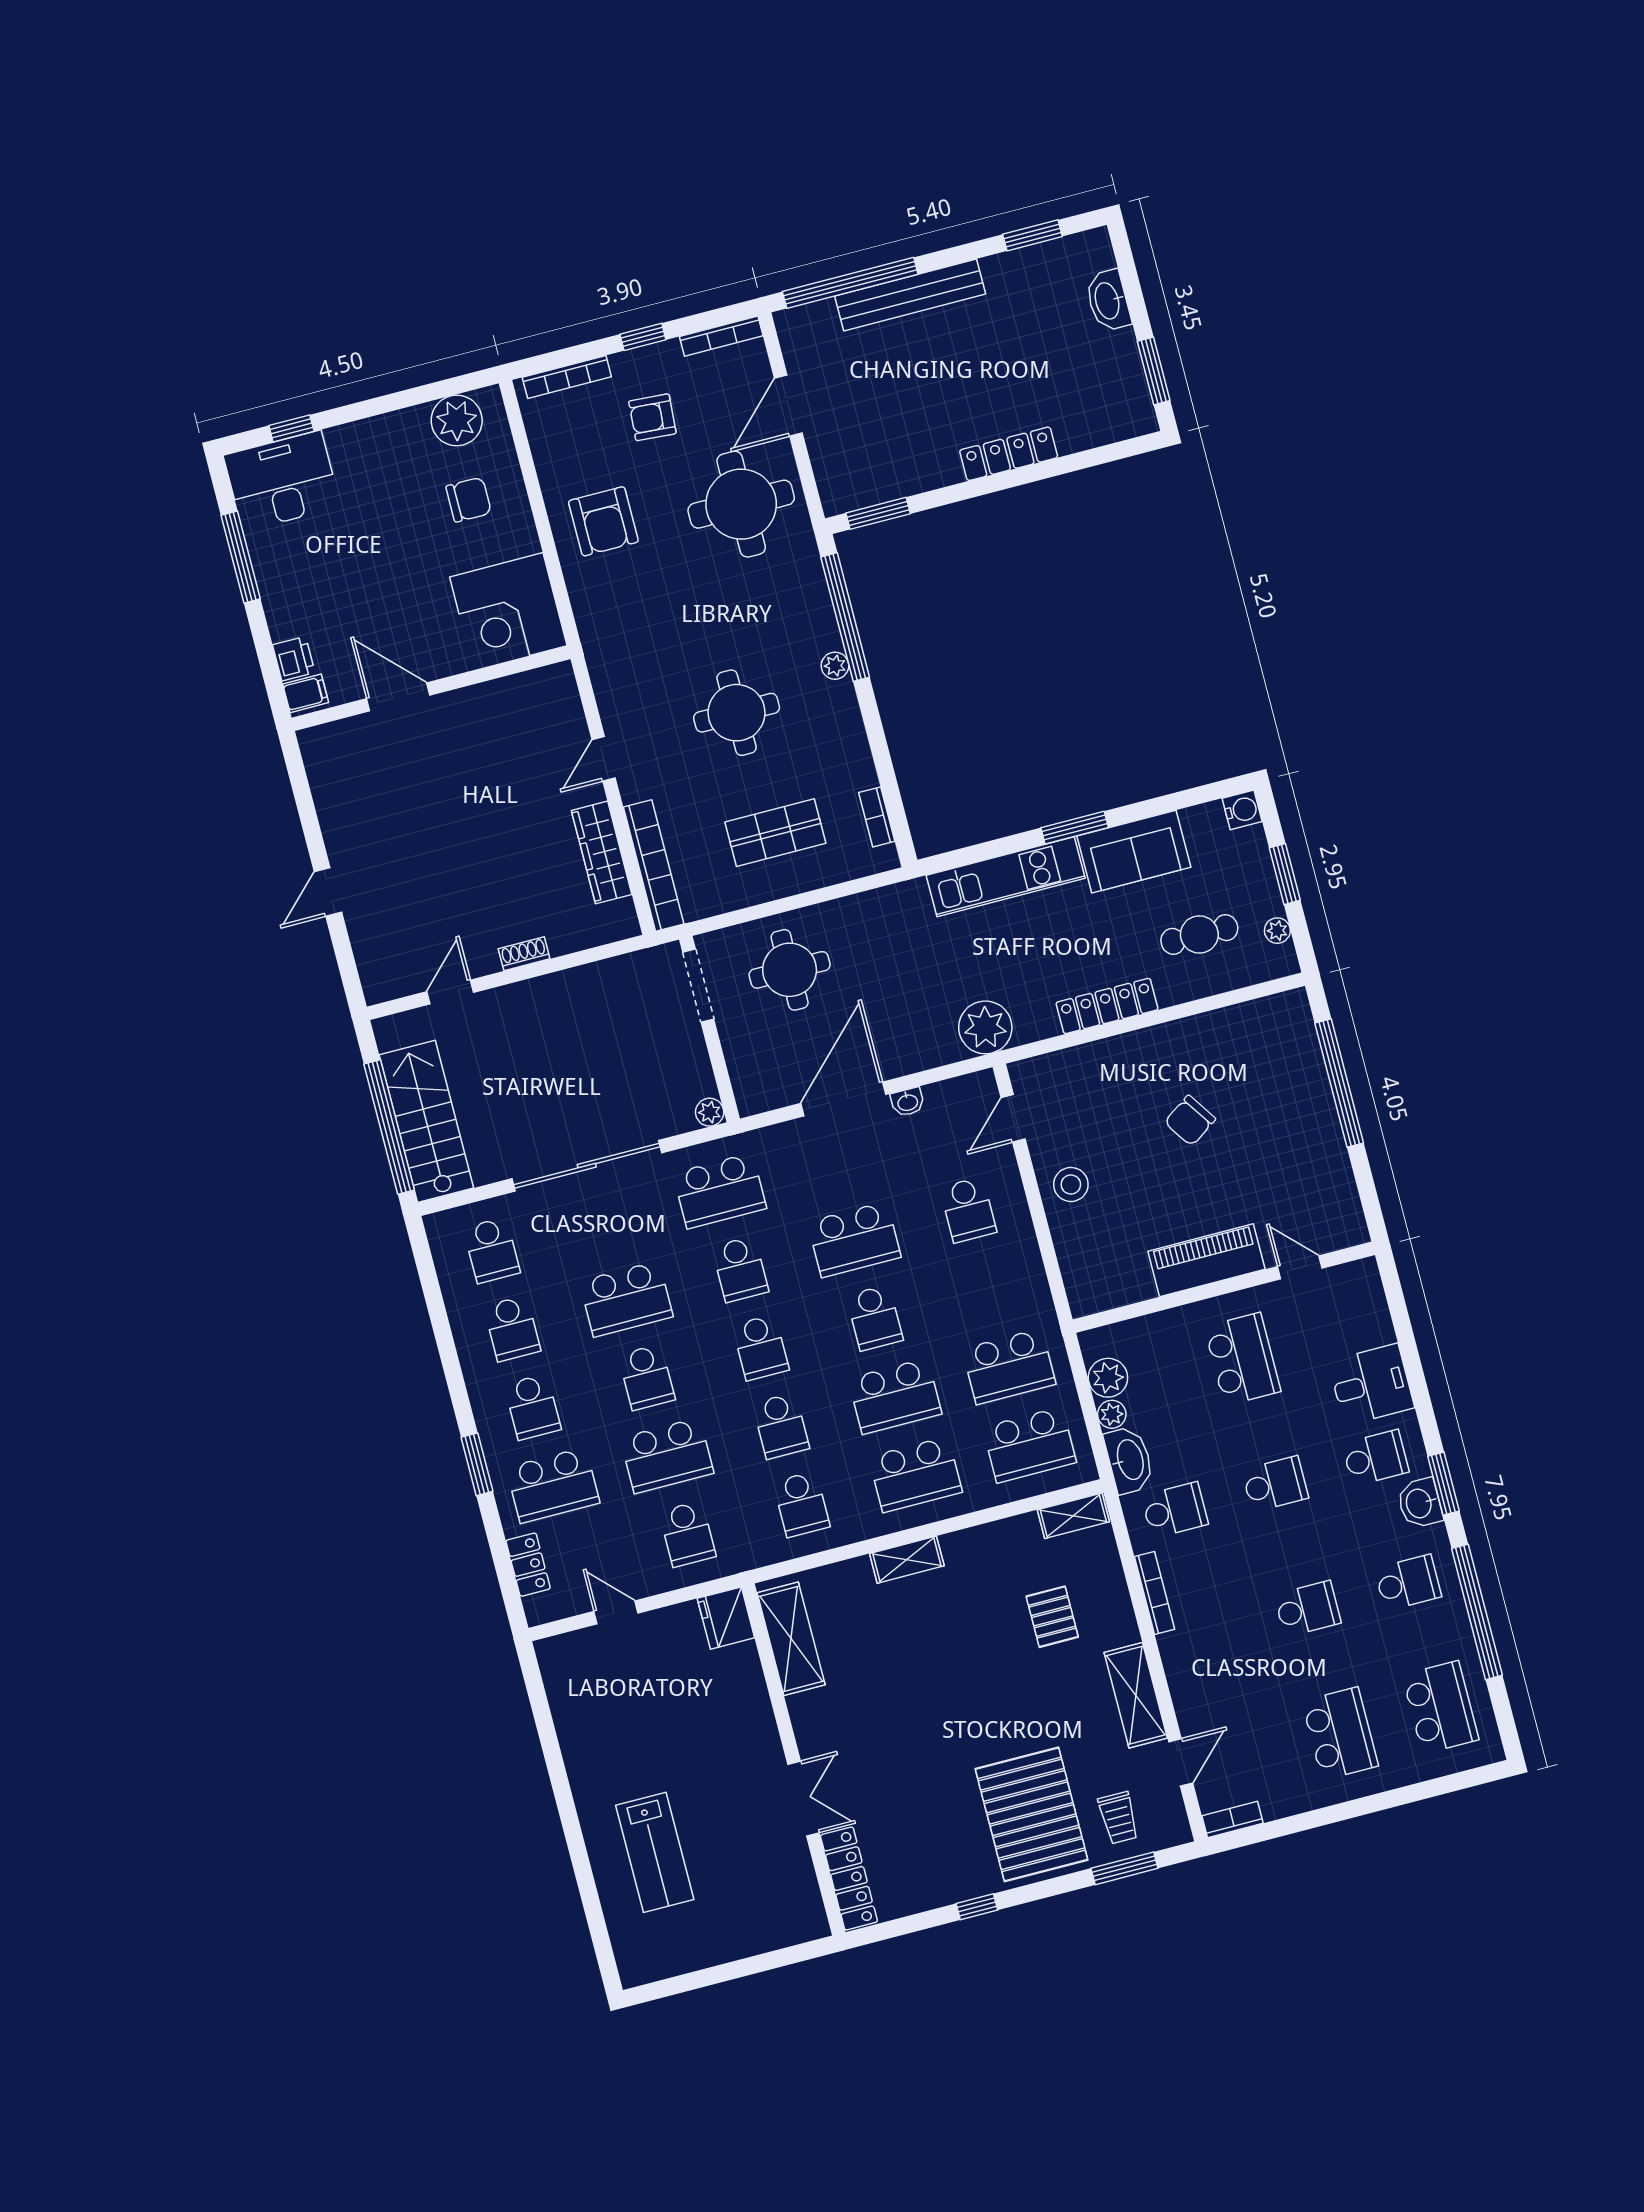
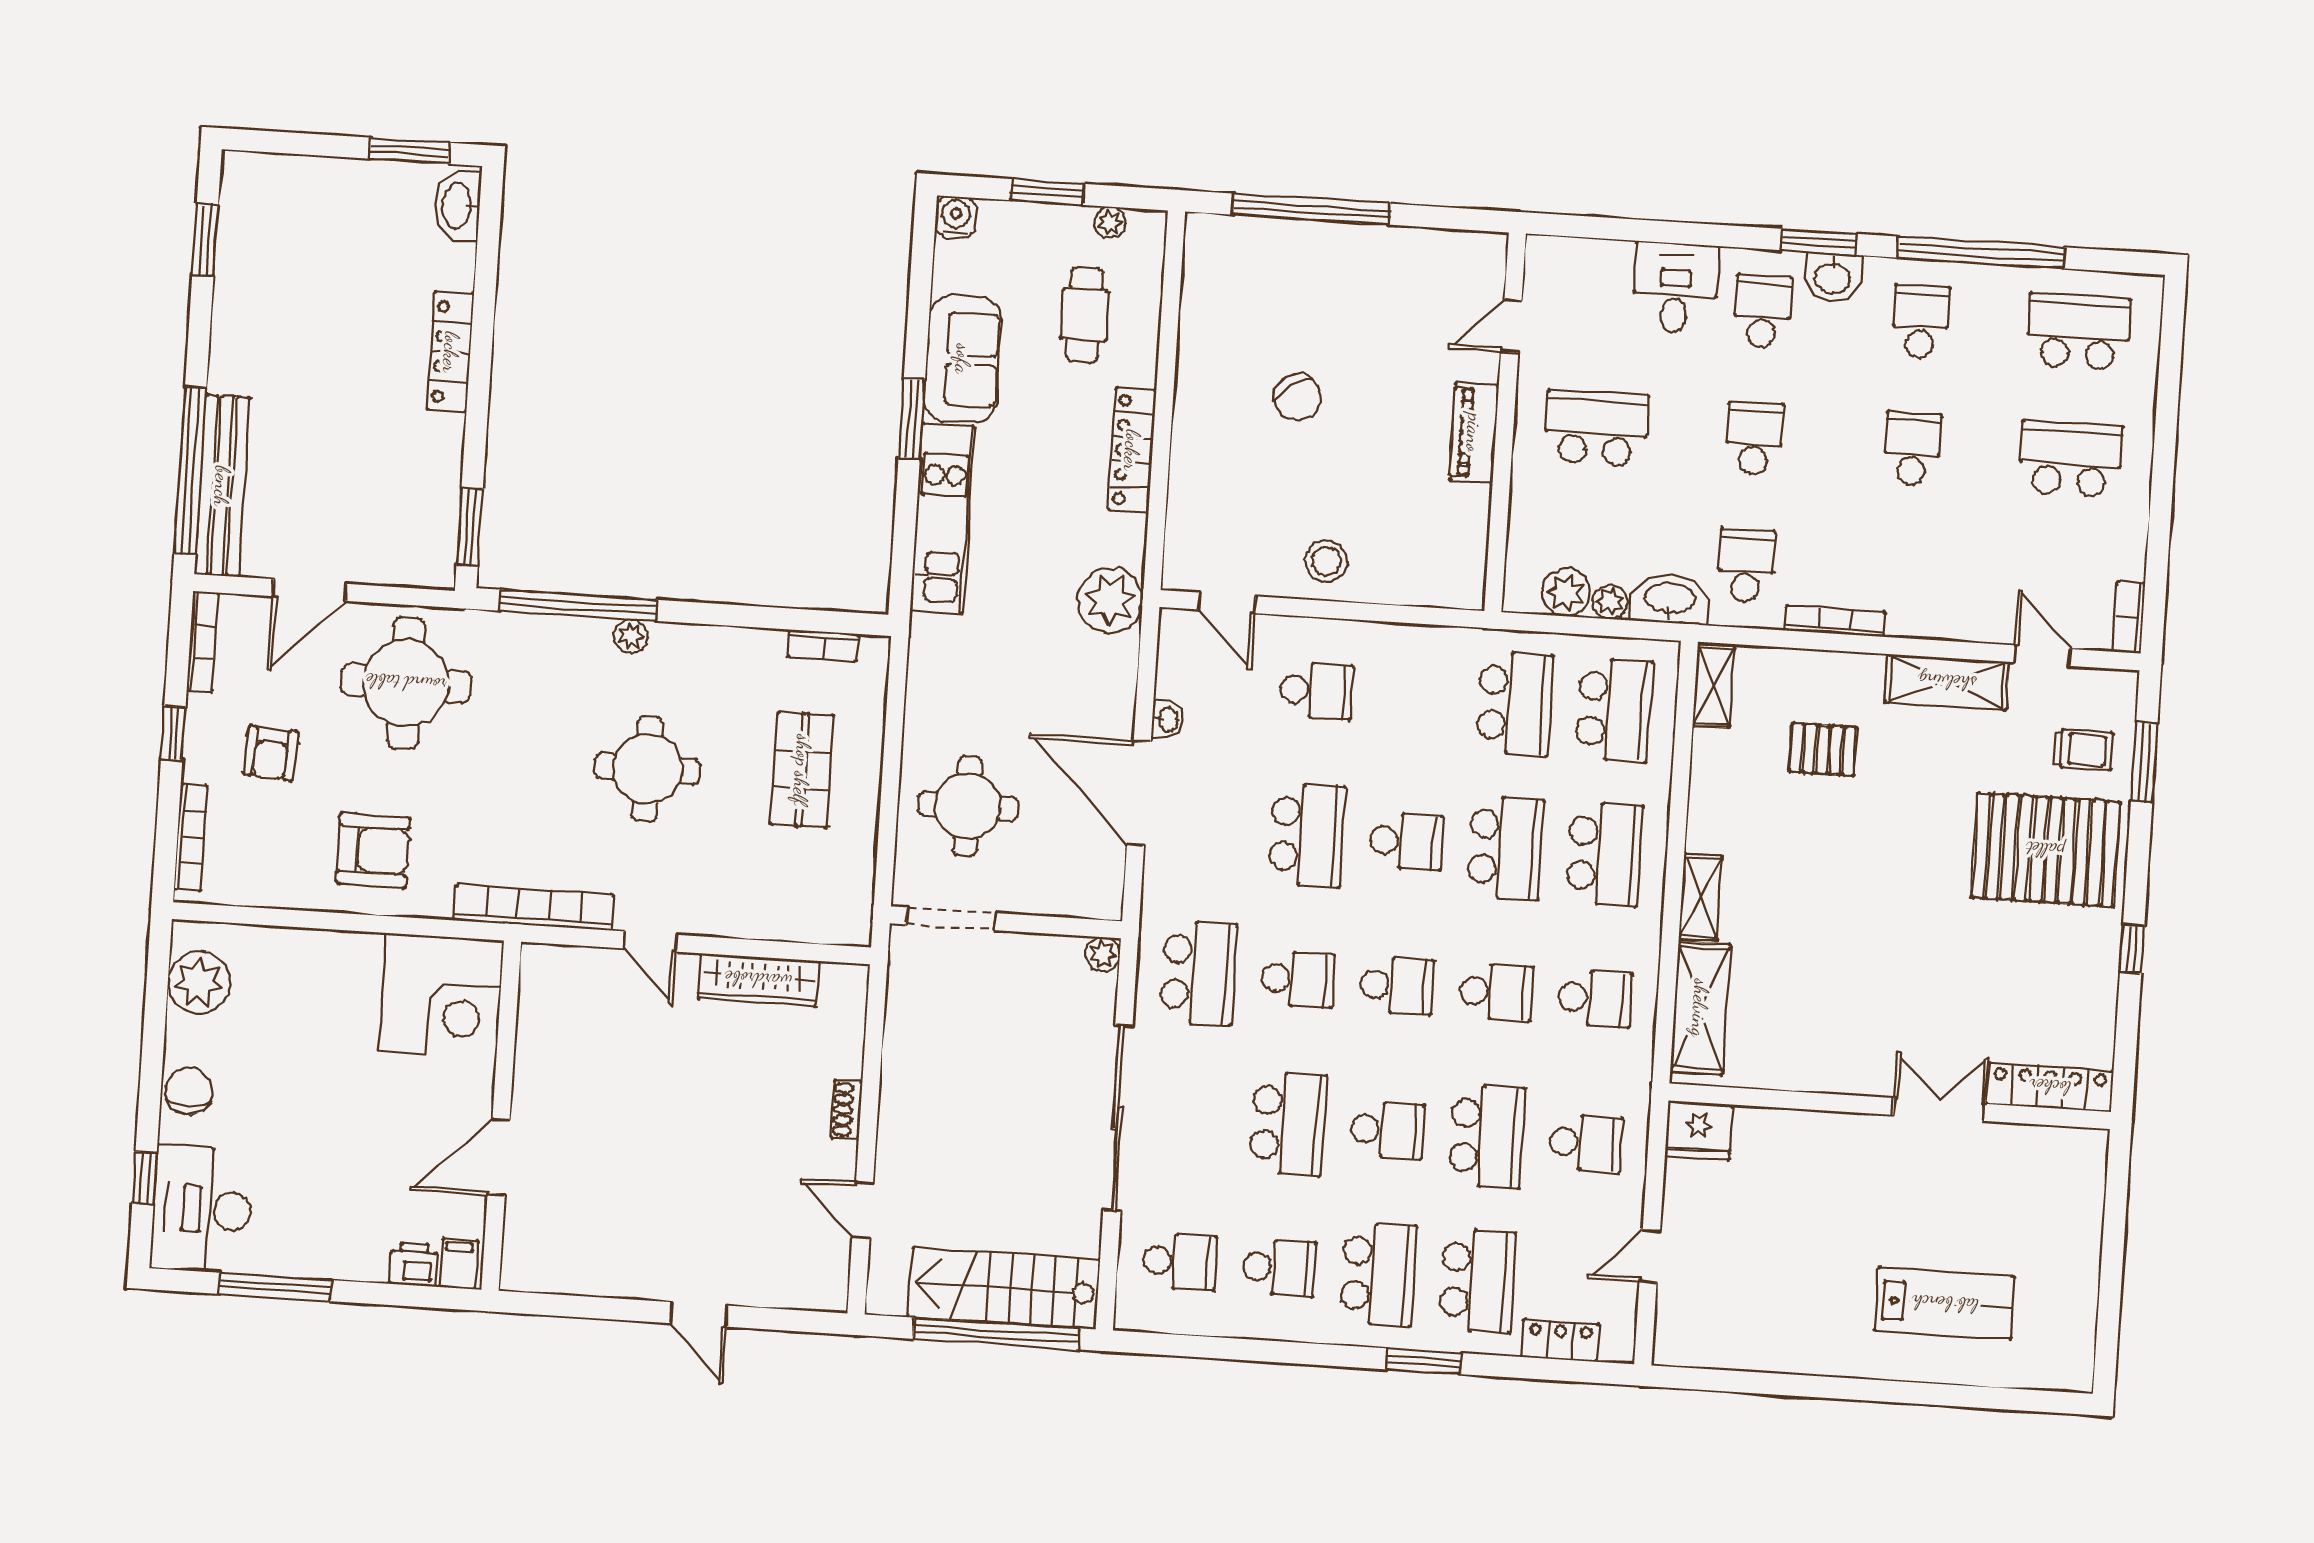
bench: (910, 295) -> (222, 486), moved
washbasin: (1108, 301) -> (458, 206), moved, turned 90
door: (788, 406) -> (310, 590), hinge flipped
chair: (469, 500) -> (189, 1091), moved
bookcase: (654, 865) -> (534, 908), moved
piano: (1206, 1260) -> (1474, 433), width x0.73, depth x0.75
school desk: (533, 1407) -> (1378, 1274), width x1.85
shelving: (791, 1639) -> (1700, 1008), moved, turned 90

